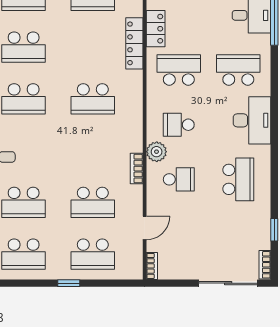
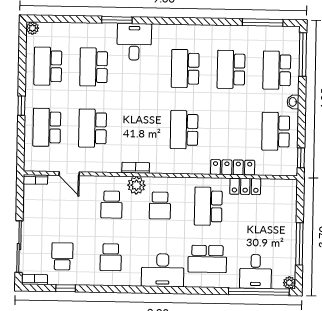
school desk: (179, 70) -> (208, 206), turned 180
school desk: (238, 70) -> (207, 259), turned 90
school desk: (179, 125) -> (160, 205), turned 180
bookcase: (137, 169) -> (136, 168), moved
school desk: (238, 179) -> (111, 257), width x0.54
school desk: (238, 234) -> (62, 256), added

